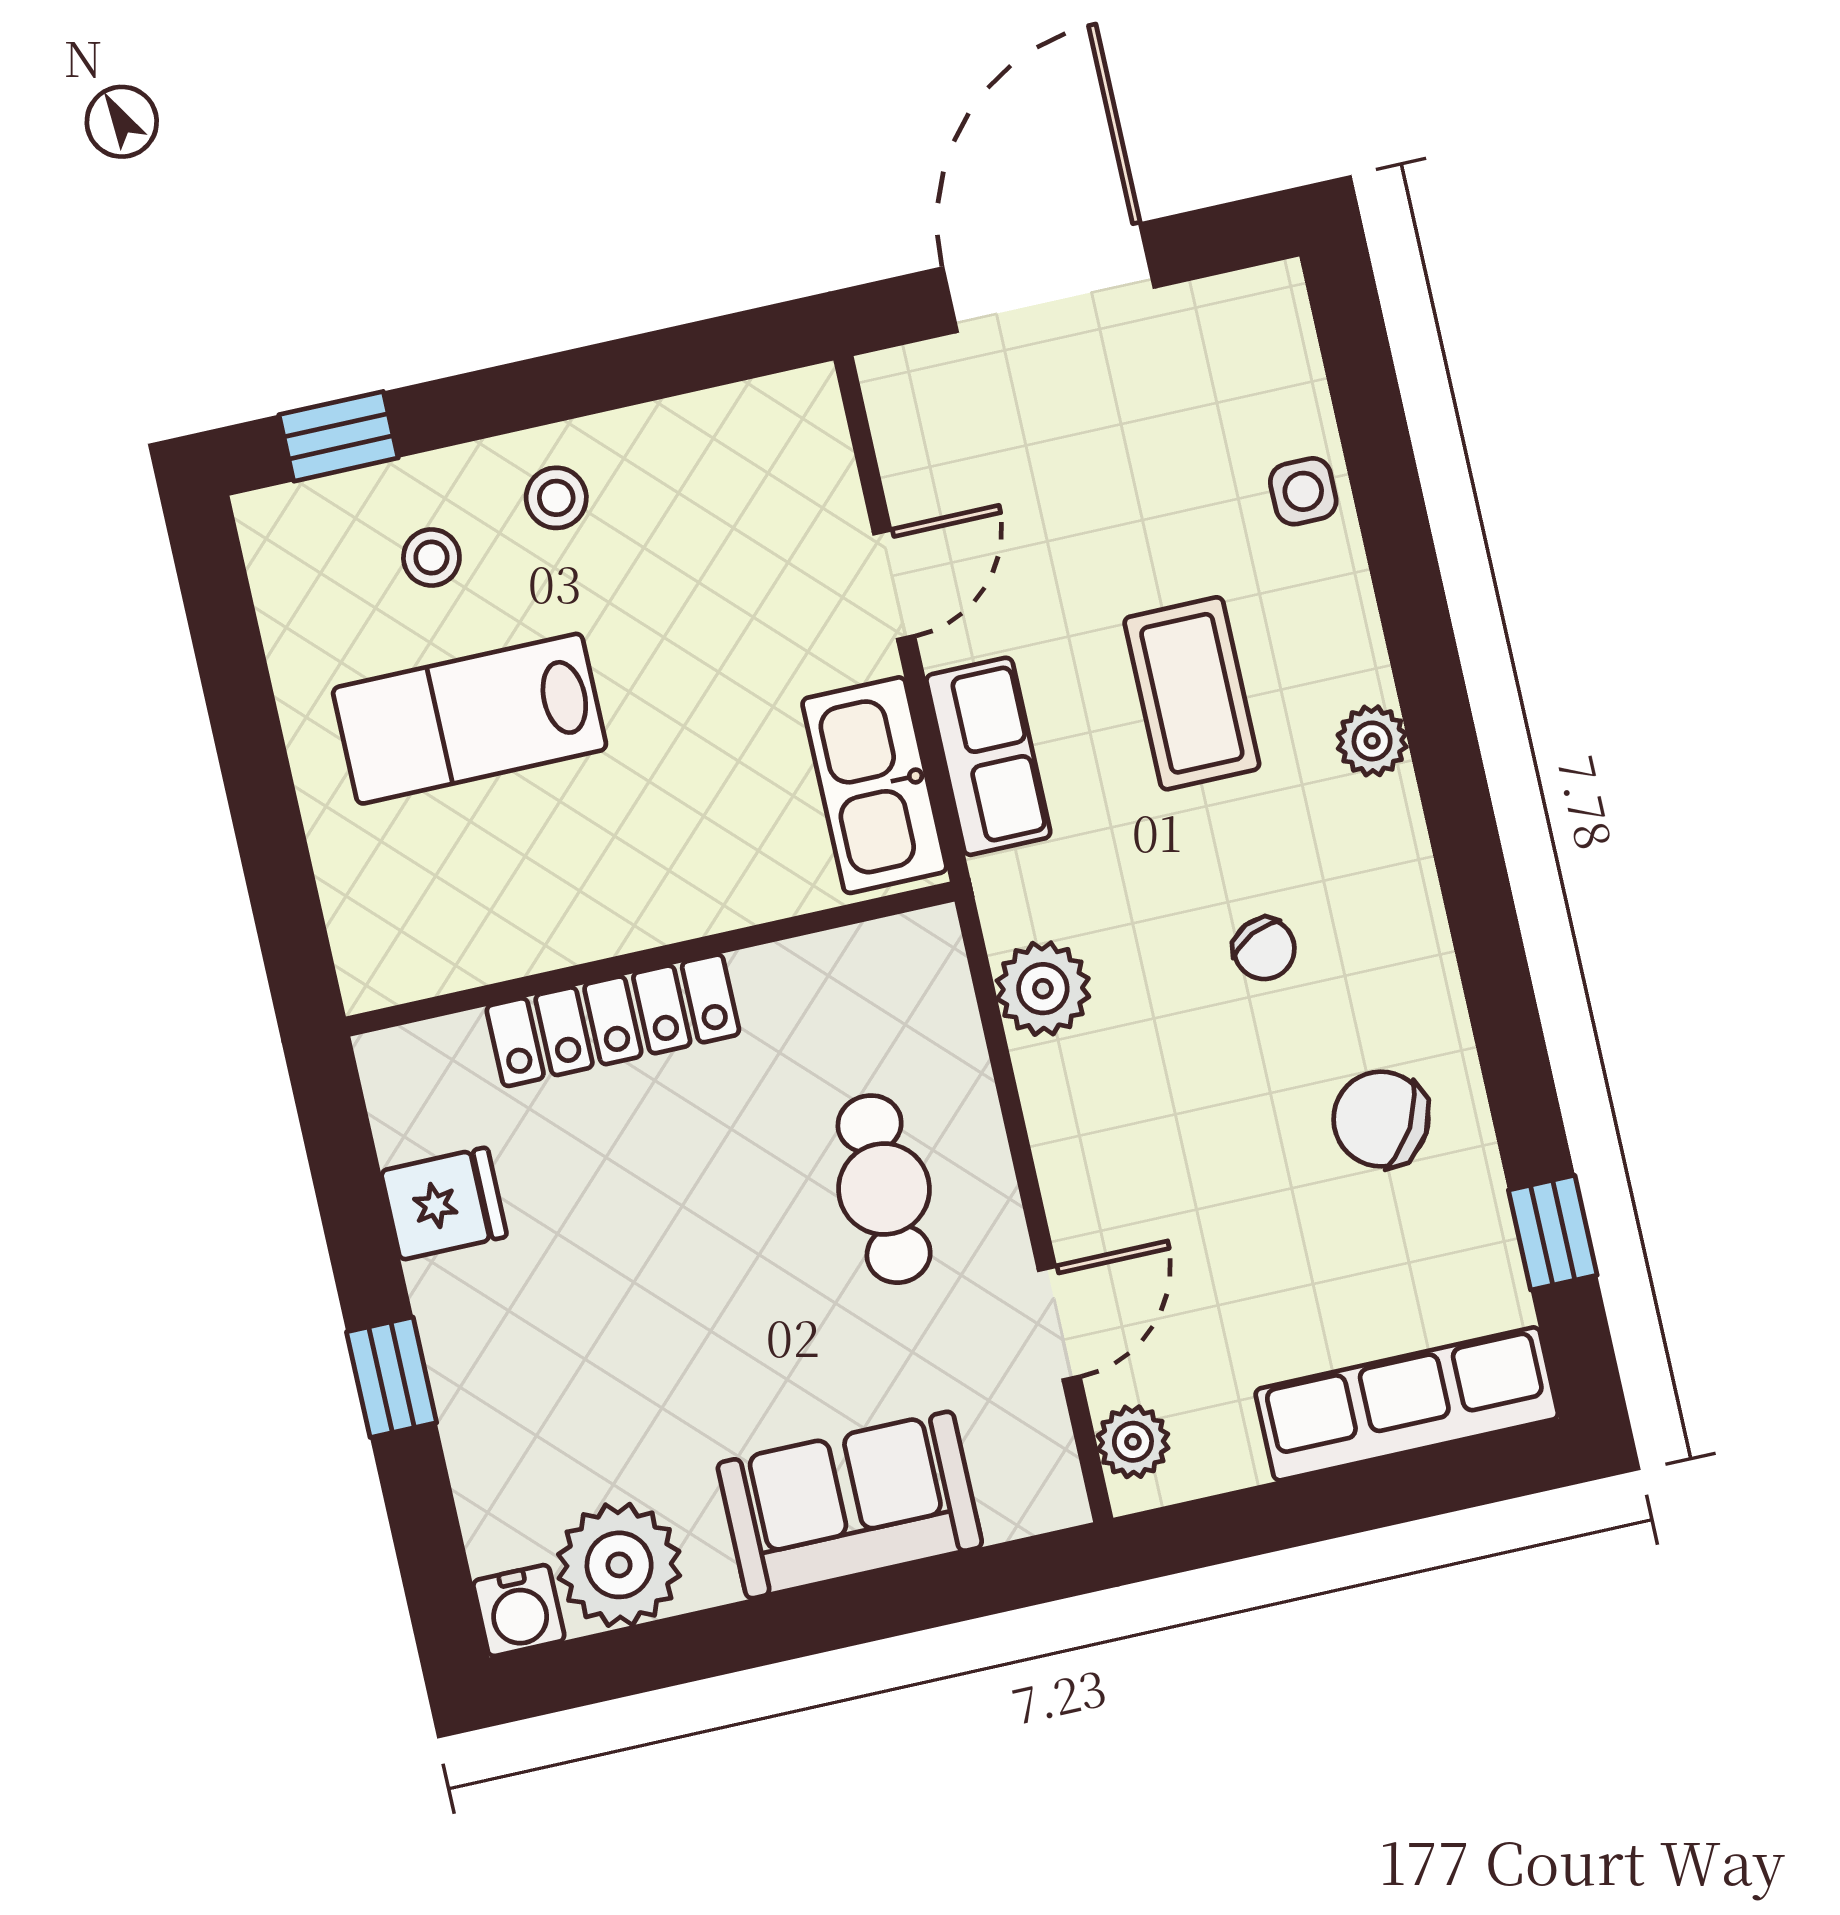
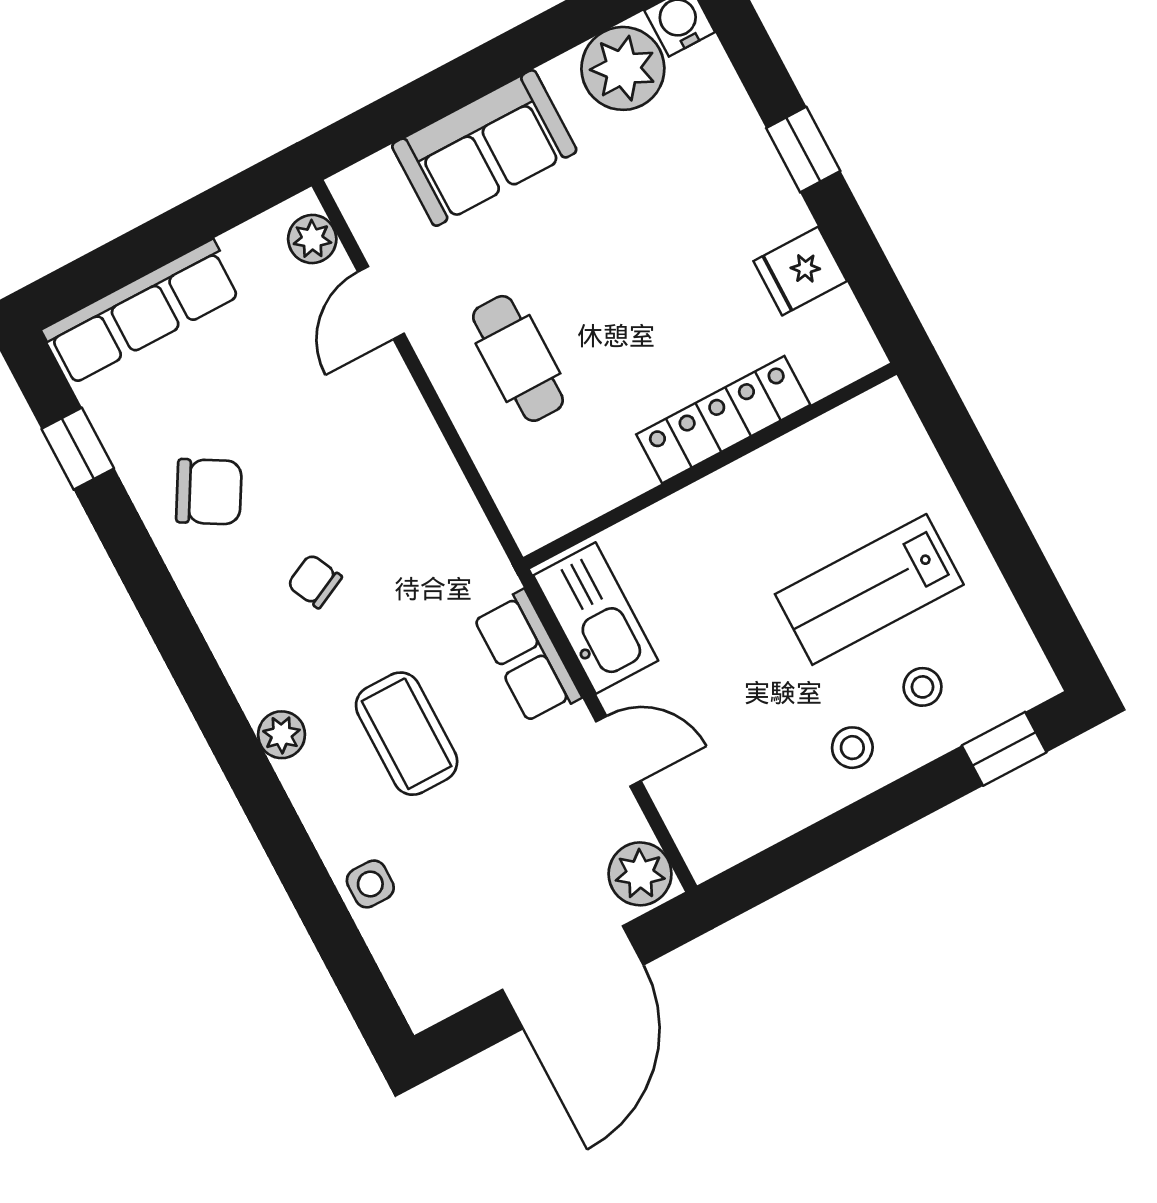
door: (894, 585) -> (618, 751), swing flipped
lab bench: (470, 719) -> (869, 589), turned 180
plant: (1043, 989) -> (640, 874), moved

